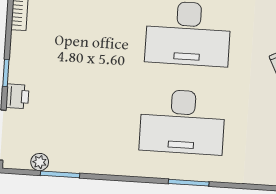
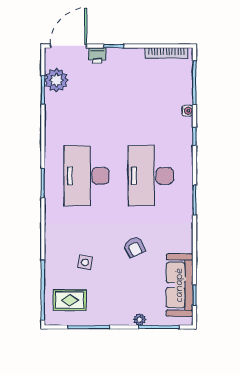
plant: (40, 162) -> (56, 80), width x1.87, depth x1.87

